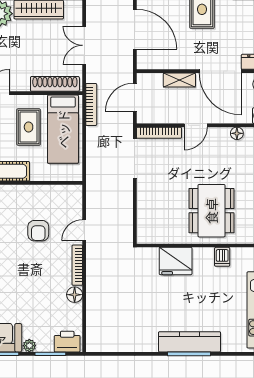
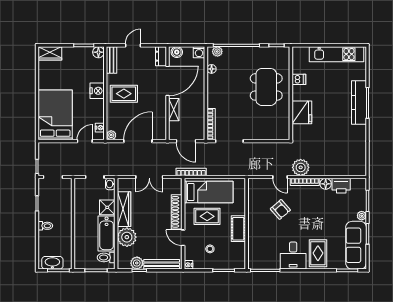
shoe rack: (55, 84) -> (177, 212), moved
door: (196, 125) -> (206, 98), removed
dining table: (211, 211) -> (266, 87), turned 90
armchair: (38, 231) -> (280, 209), turned 49
plant: (98, 259) -> (301, 167), added
printer: (67, 342) -> (341, 186), moved, turned -90

